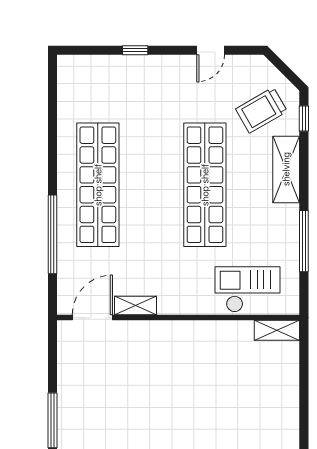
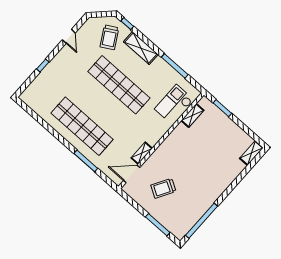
window: (52, 234) -> (86, 161), width x0.68
door: (92, 318) -> (132, 174), hinge flipped
shelving: (277, 330) -> (192, 115), moved
window: (304, 364) -> (222, 108), added
trolley: (112, 382) -> (163, 188), added

